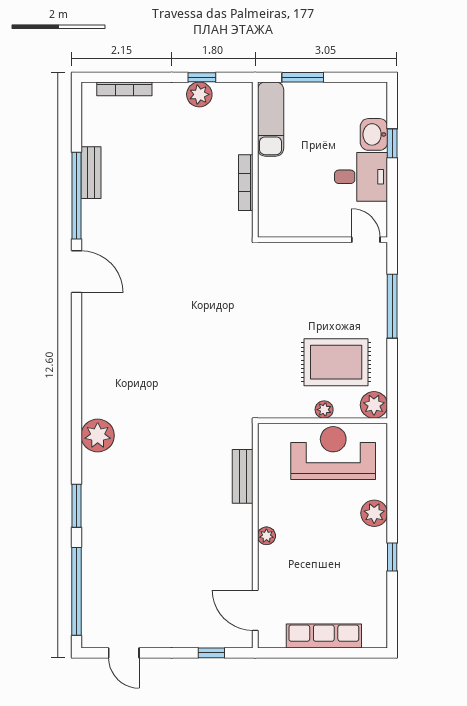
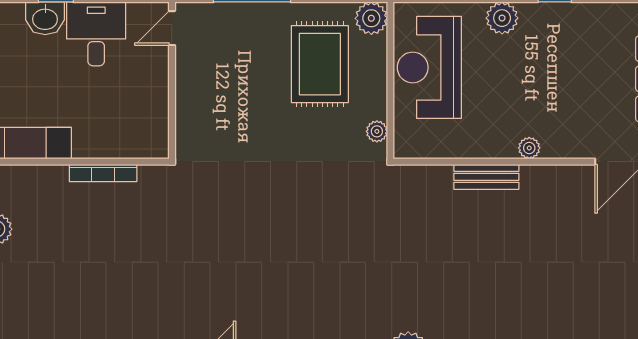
plant: (324, 410) -> (377, 131), moved
bench: (243, 476) -> (486, 177), moved

